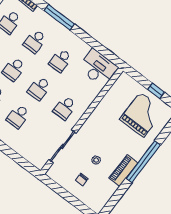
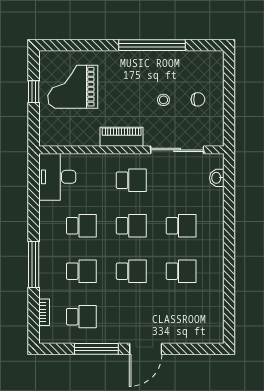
washbasin: (30, 157) -> (217, 178), added
window: (143, 162) -> (152, 45), moved
piano: (123, 171) -> (122, 137), moved, turned 180

